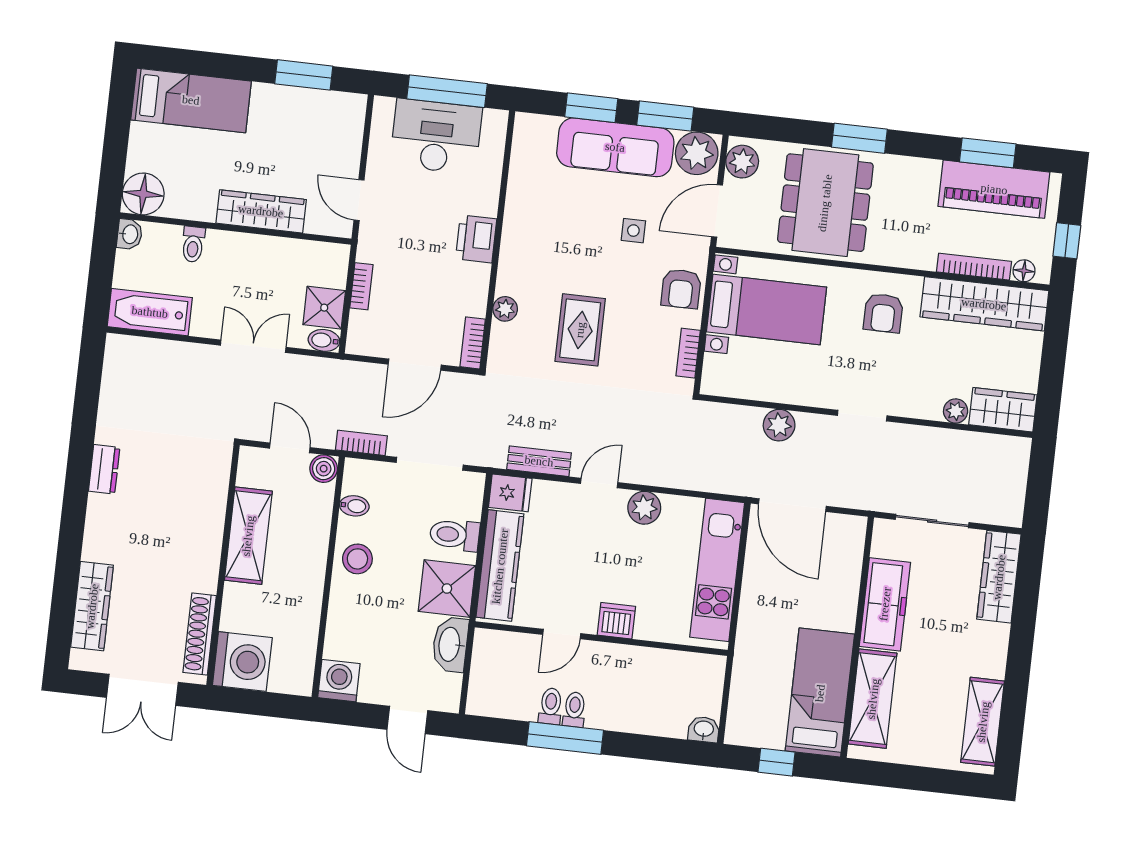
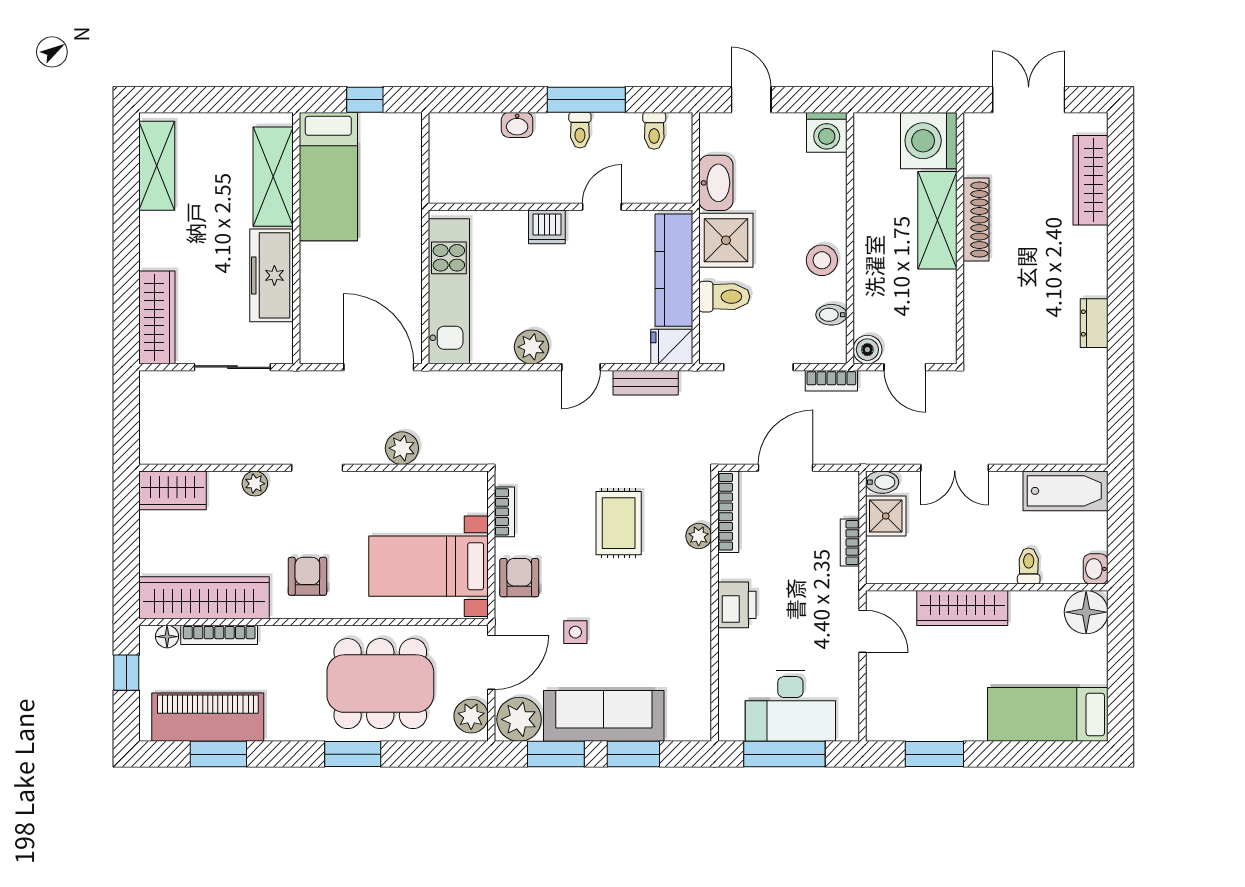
dining table: (825, 203) -> (380, 684), turned 90
bookcase: (473, 343) -> (728, 512), width x1.56
plant: (956, 411) -> (255, 484), moved
shelving: (248, 536) -> (937, 220), moved
shoe rack: (200, 634) -> (976, 220), moved
toilet: (551, 706) -> (654, 131), moved
washbasin: (704, 729) -> (517, 125), moved

